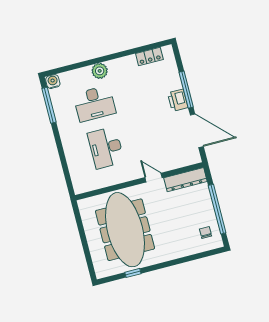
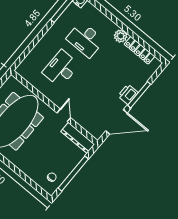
locker: (149, 56) -> (139, 50), width x1.53
plant: (100, 71) -> (121, 36), moved
door: (197, 131) -> (116, 122), hinge flipped

